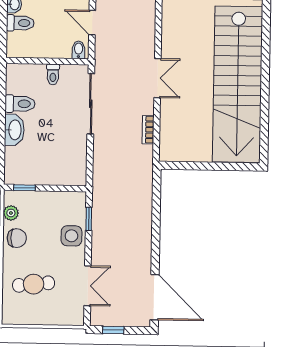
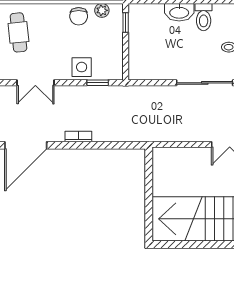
bookcase: (148, 130) -> (78, 137), moved
cafe table: (34, 284) -> (18, 32), moved

